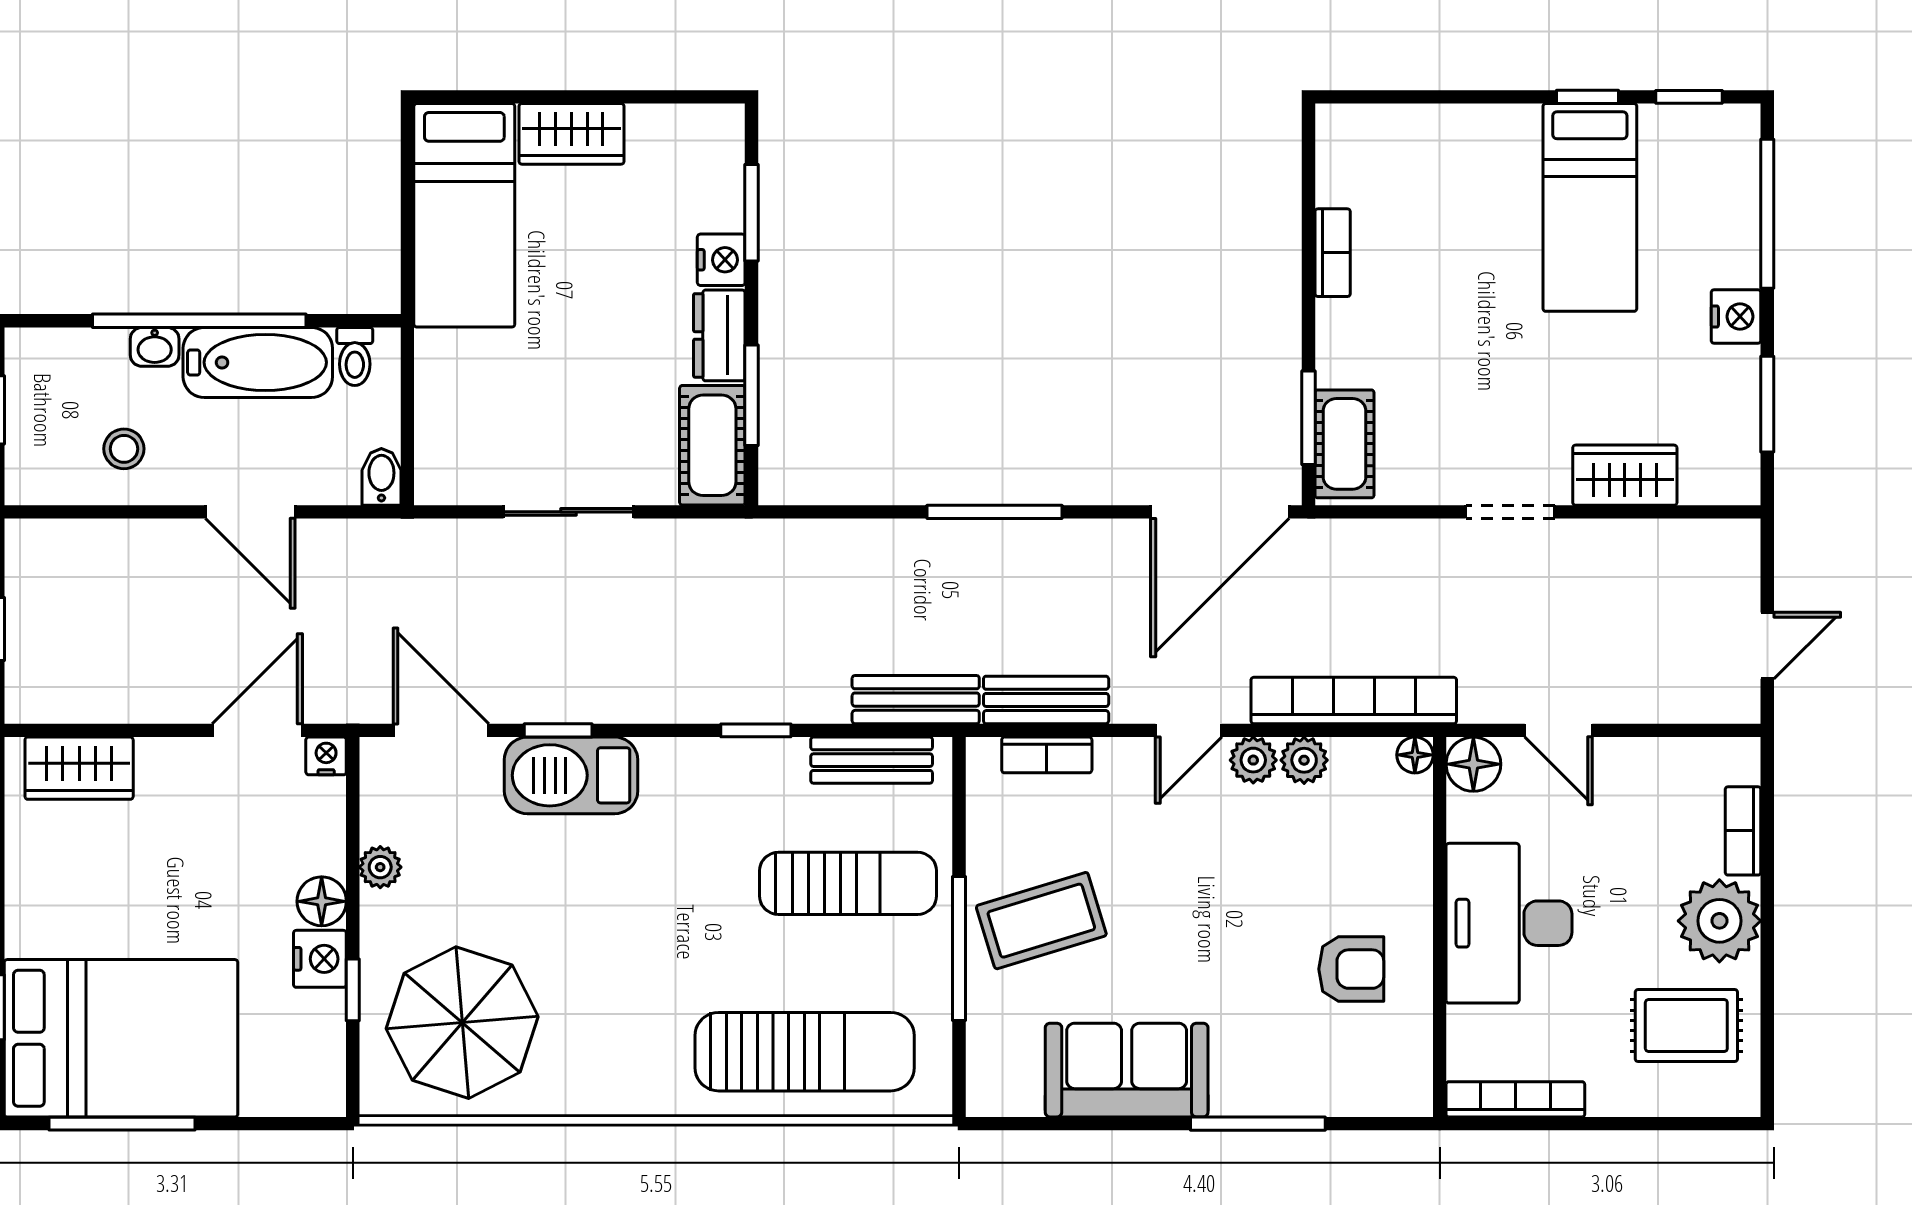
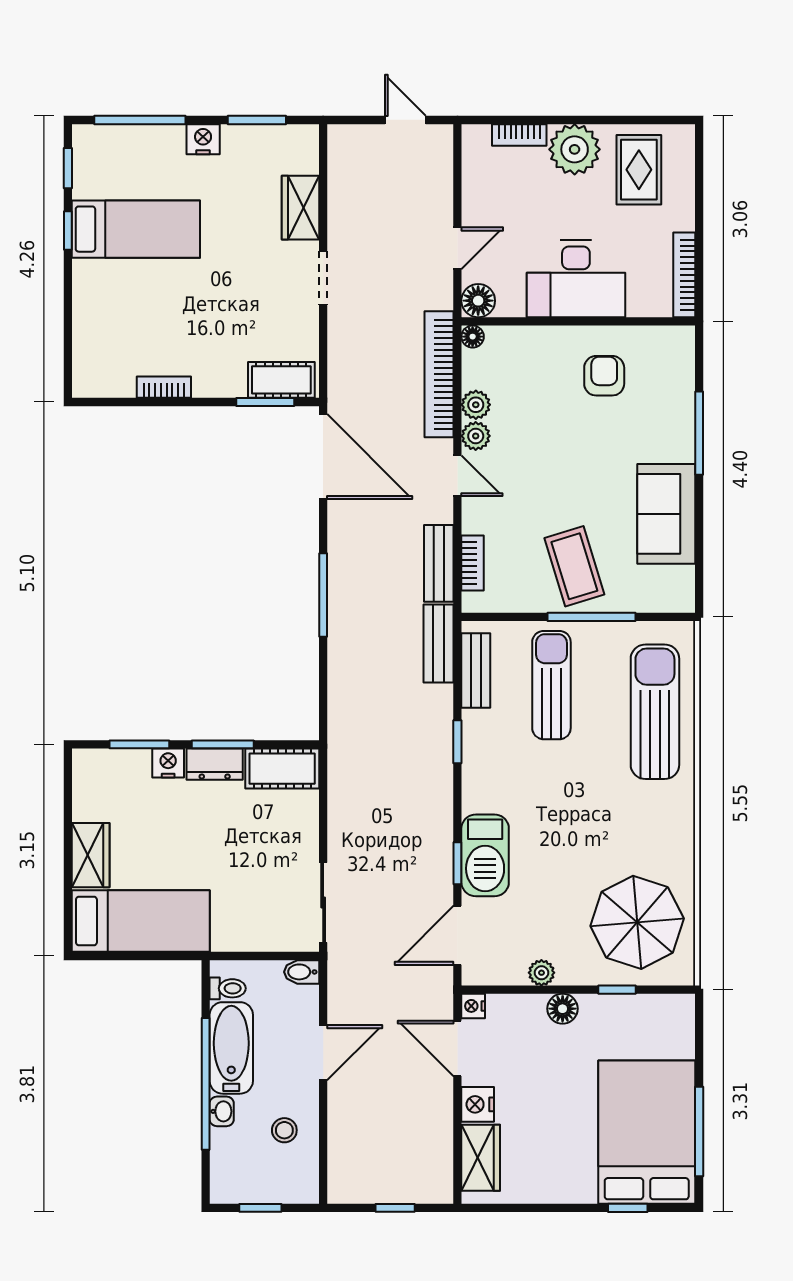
window: (751, 395) -> (223, 744), moved
sliding door: (569, 512) -> (323, 903), moved
nightstand: (320, 959) -> (478, 1104), moved, turned -90

